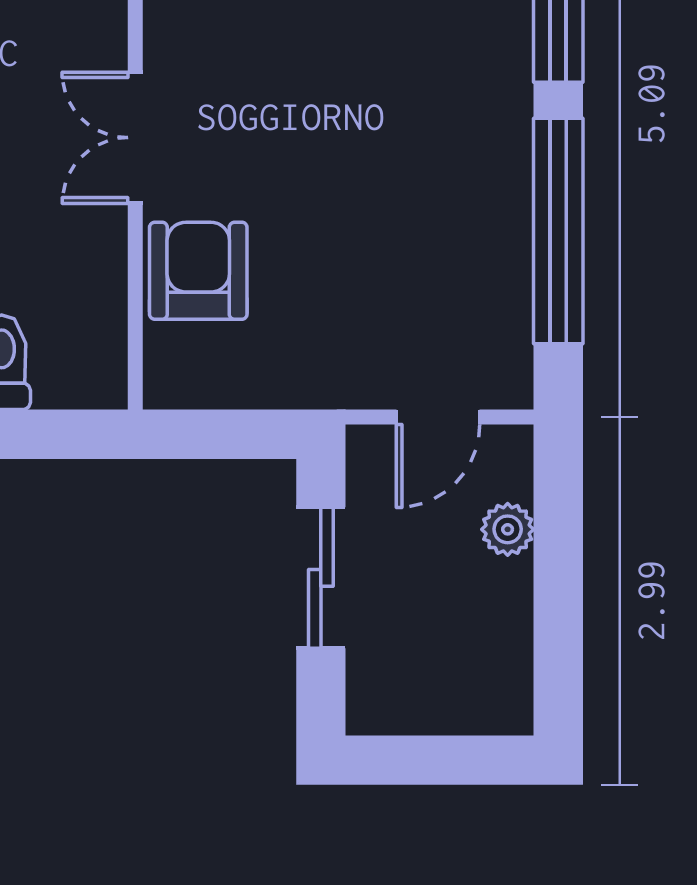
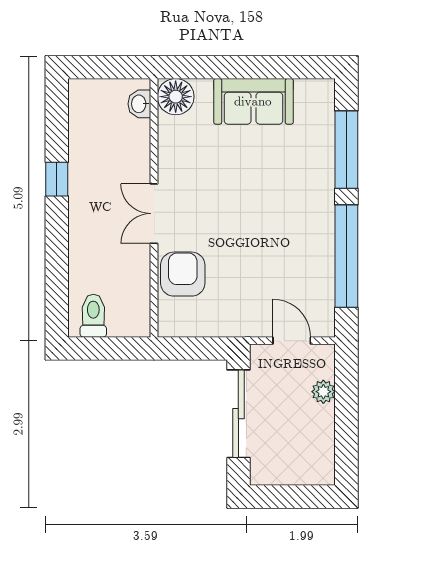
door: (438, 417) -> (292, 341), swing flipped
sliding door: (321, 578) -> (238, 414), width x1.37

